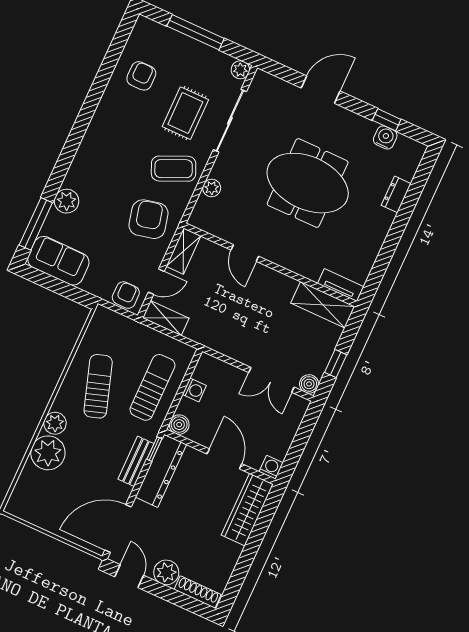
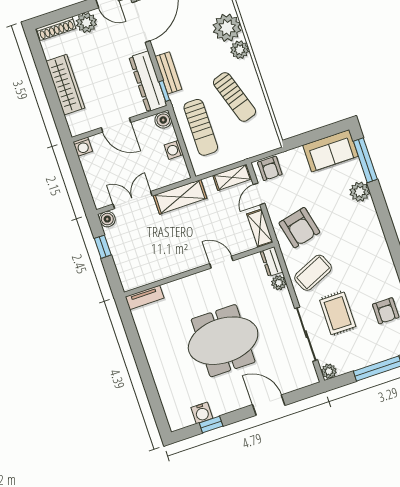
door: (321, 90) -> (269, 405), swing flipped
dresser: (396, 194) -> (271, 262), moved, turned 180
shelving: (323, 305) -> (180, 197), moved
wardrobe: (247, 510) -> (65, 85), moved

